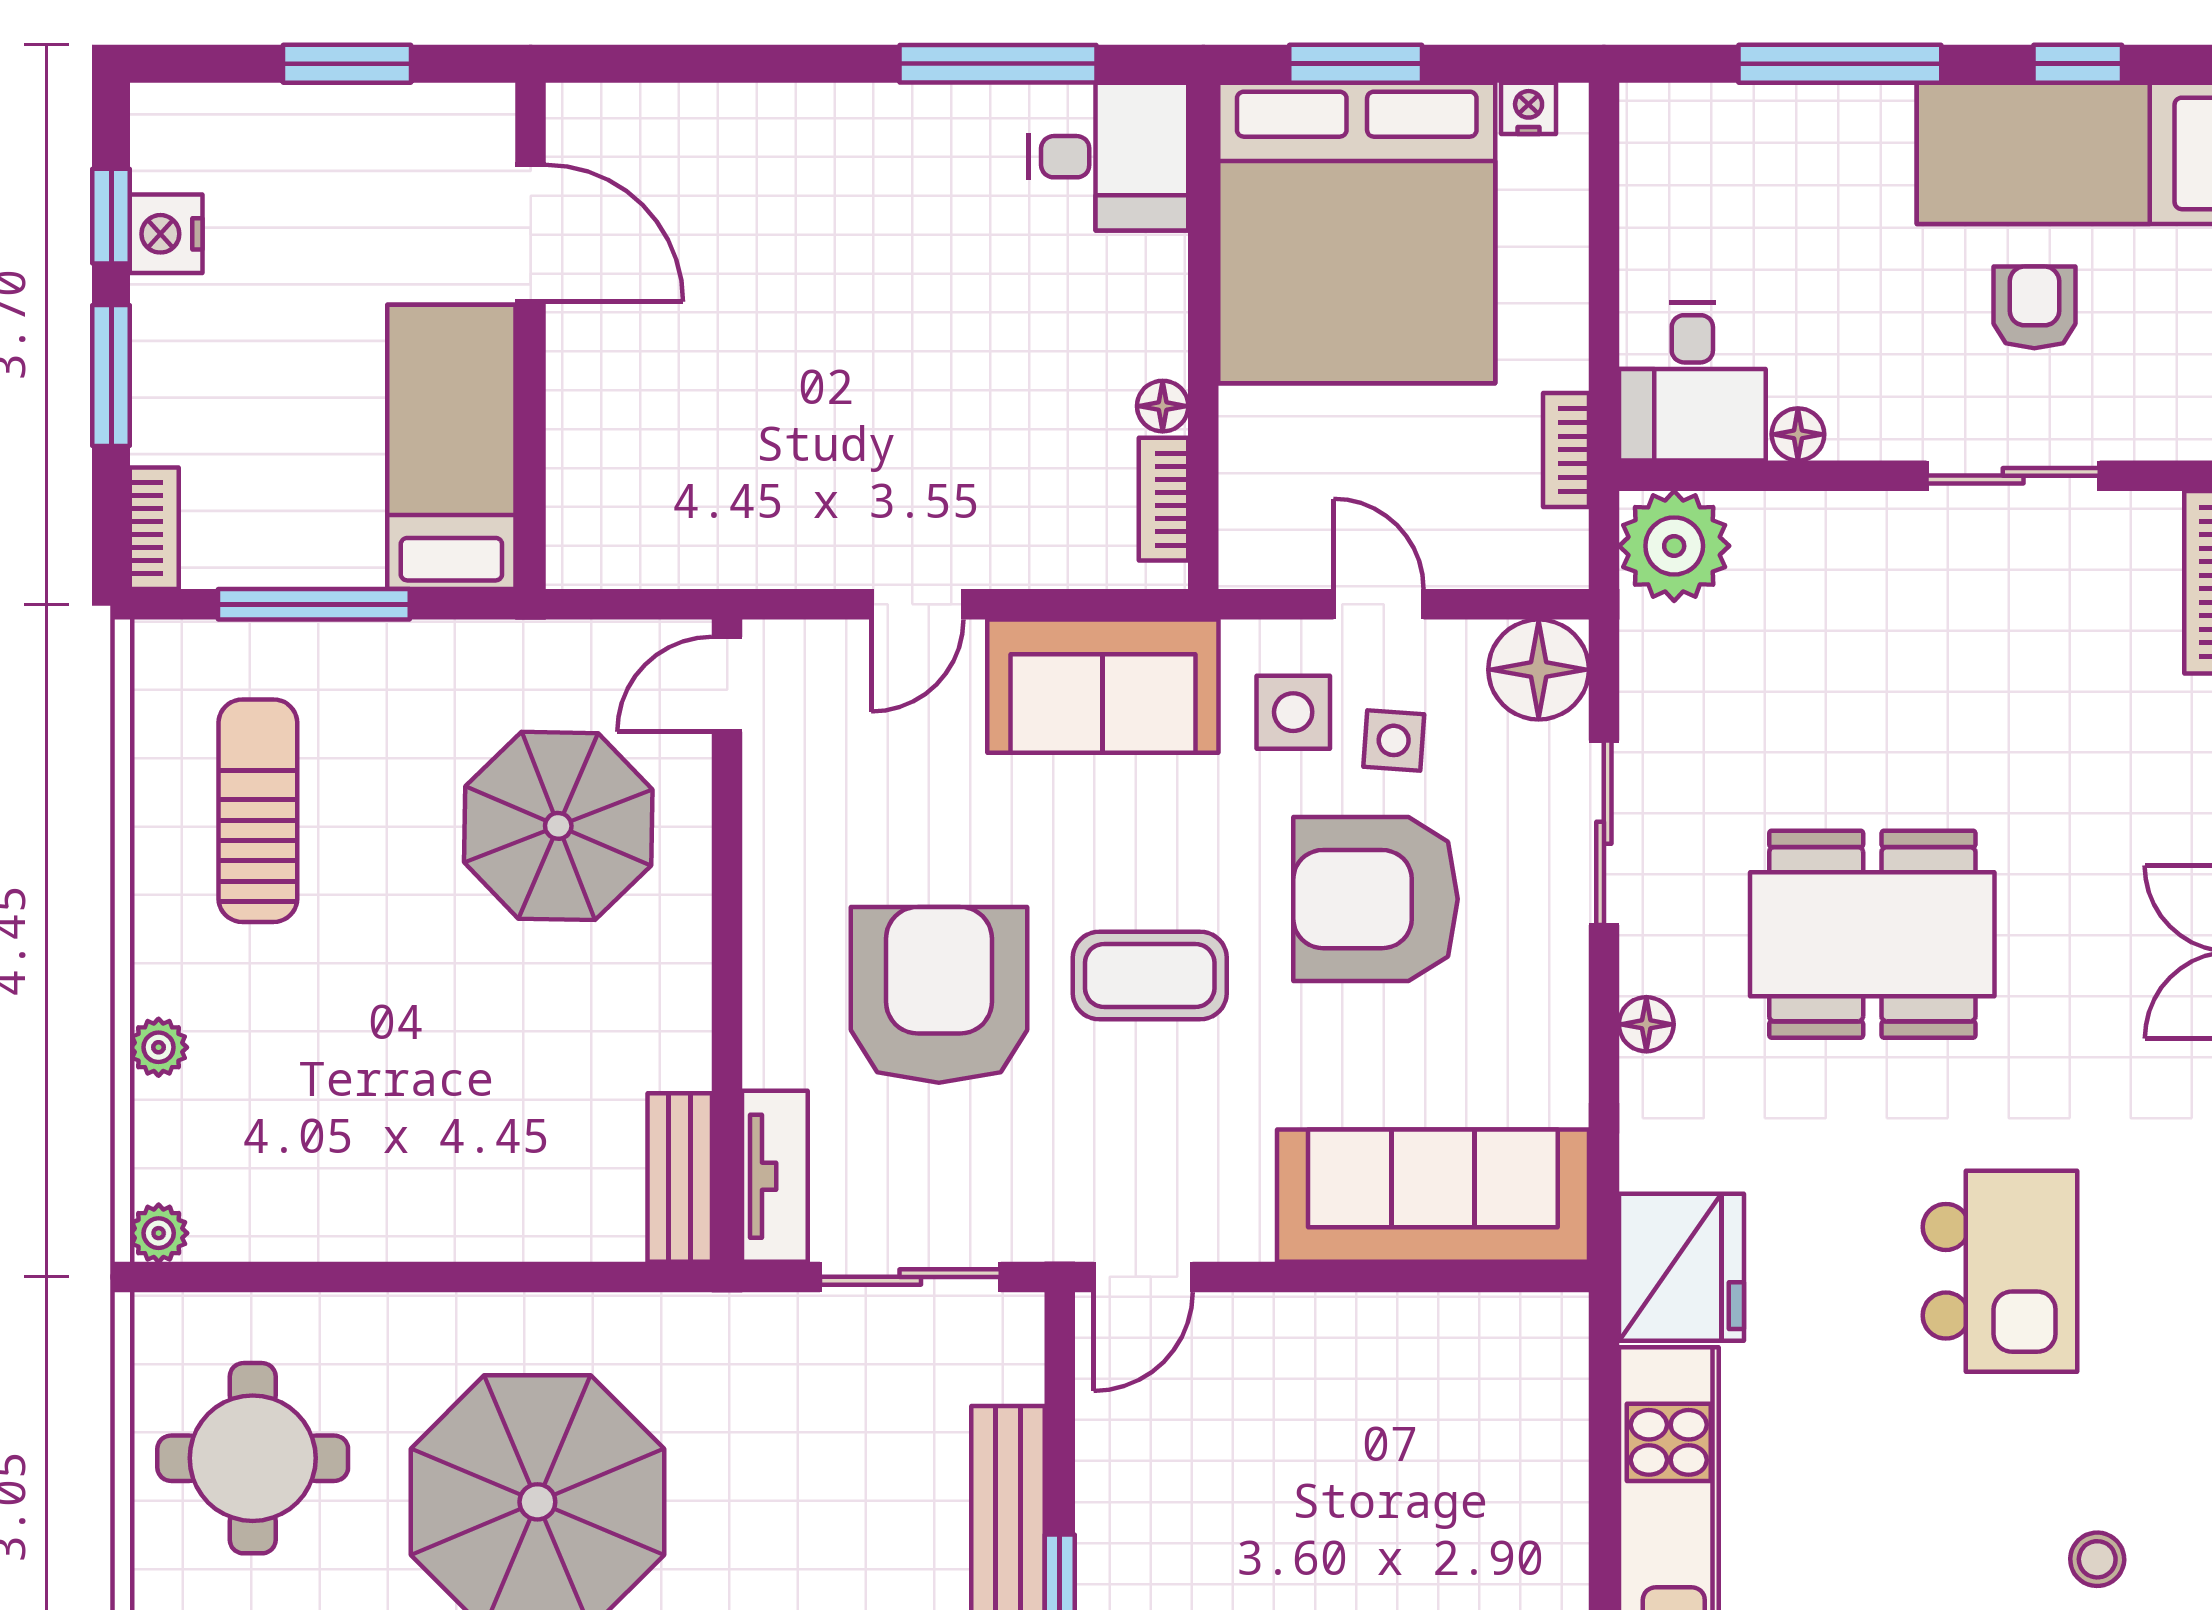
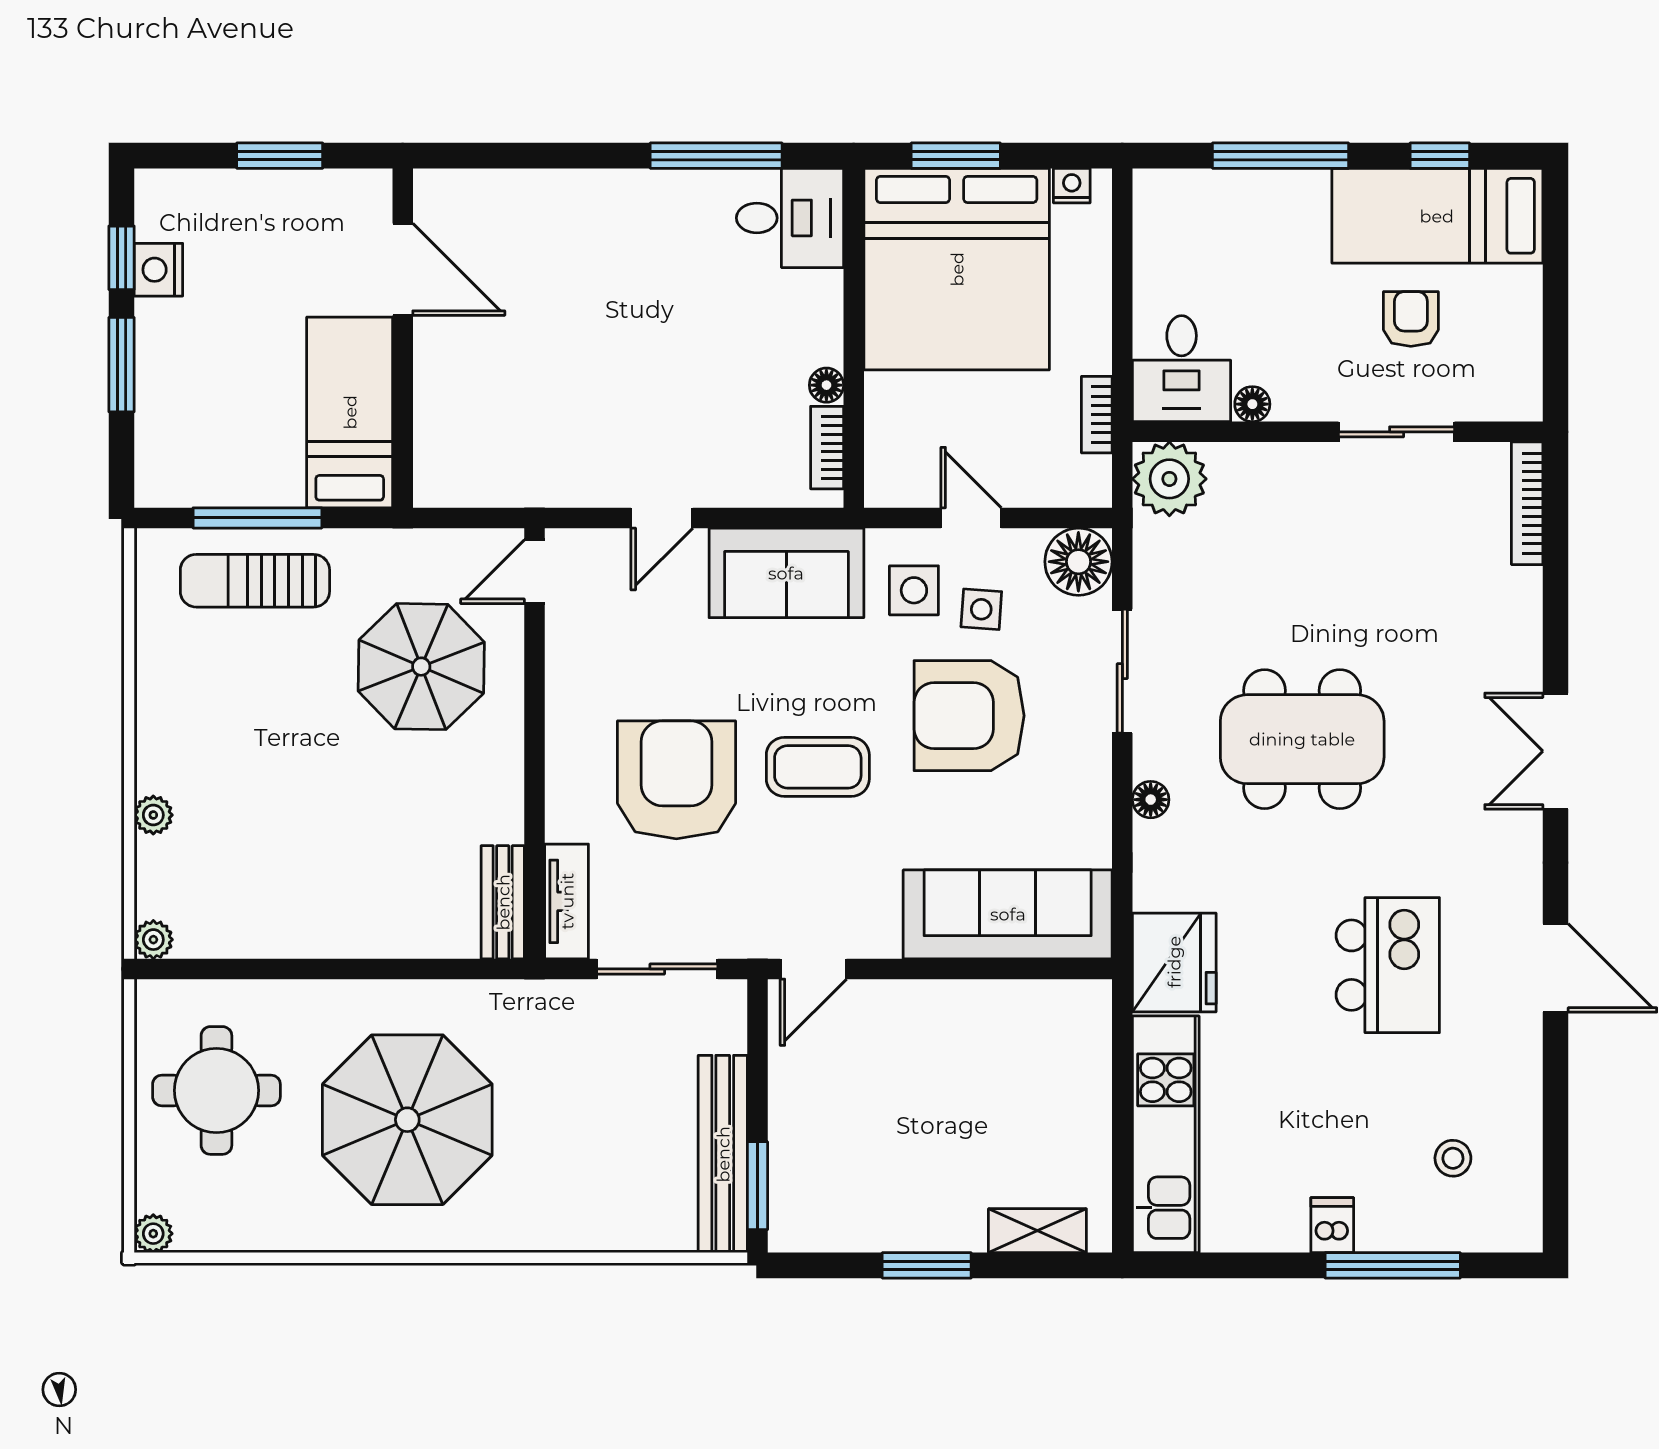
bookcase: (154, 528) -> (150, 467), removed
sun lounger: (258, 811) -> (255, 581), moved, turned -90

